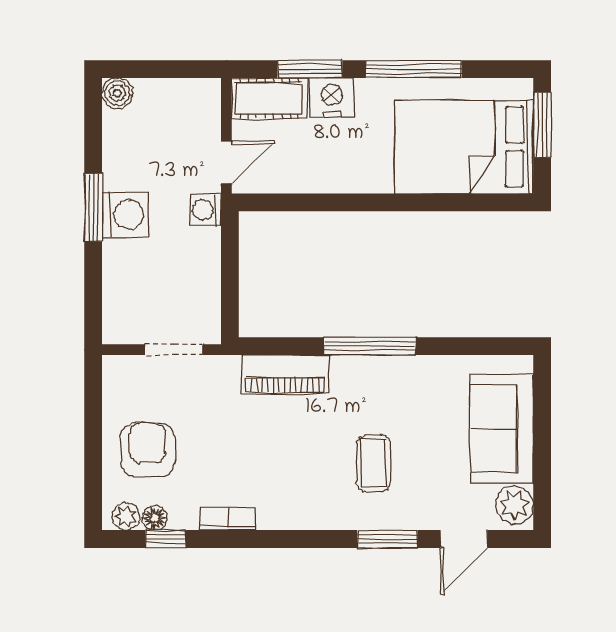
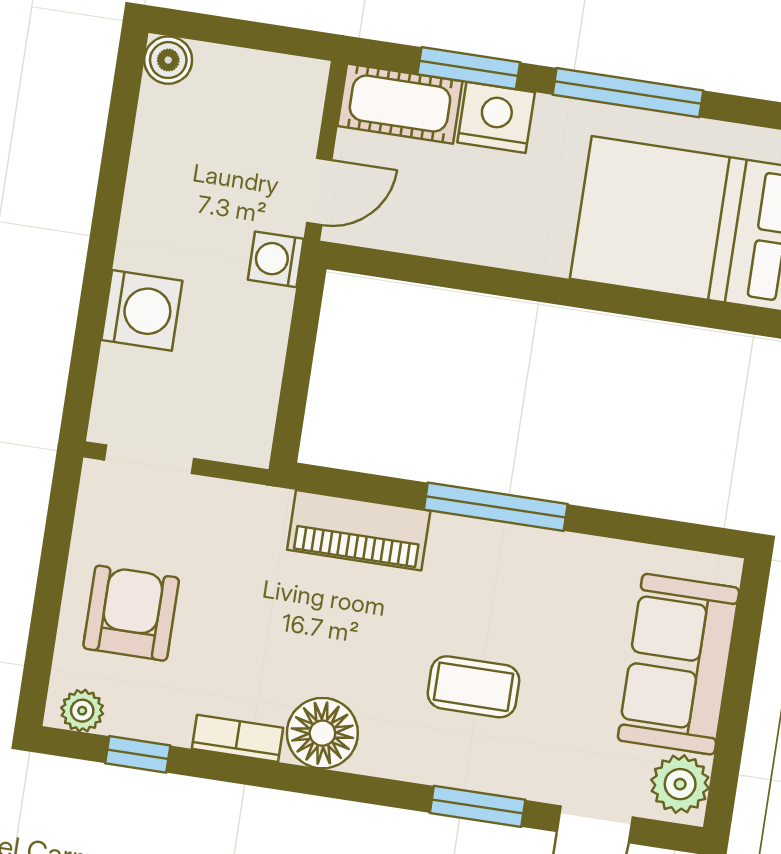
window: (93, 207) -> (104, 229), removed
washing machine: (125, 215) -> (142, 310), moved
doorway: (174, 350) -> (149, 459), moved
coffee table: (373, 463) -> (473, 687), turned 90
floor lamp: (155, 518) -> (322, 733), moved, width x1.89, depth x1.89

